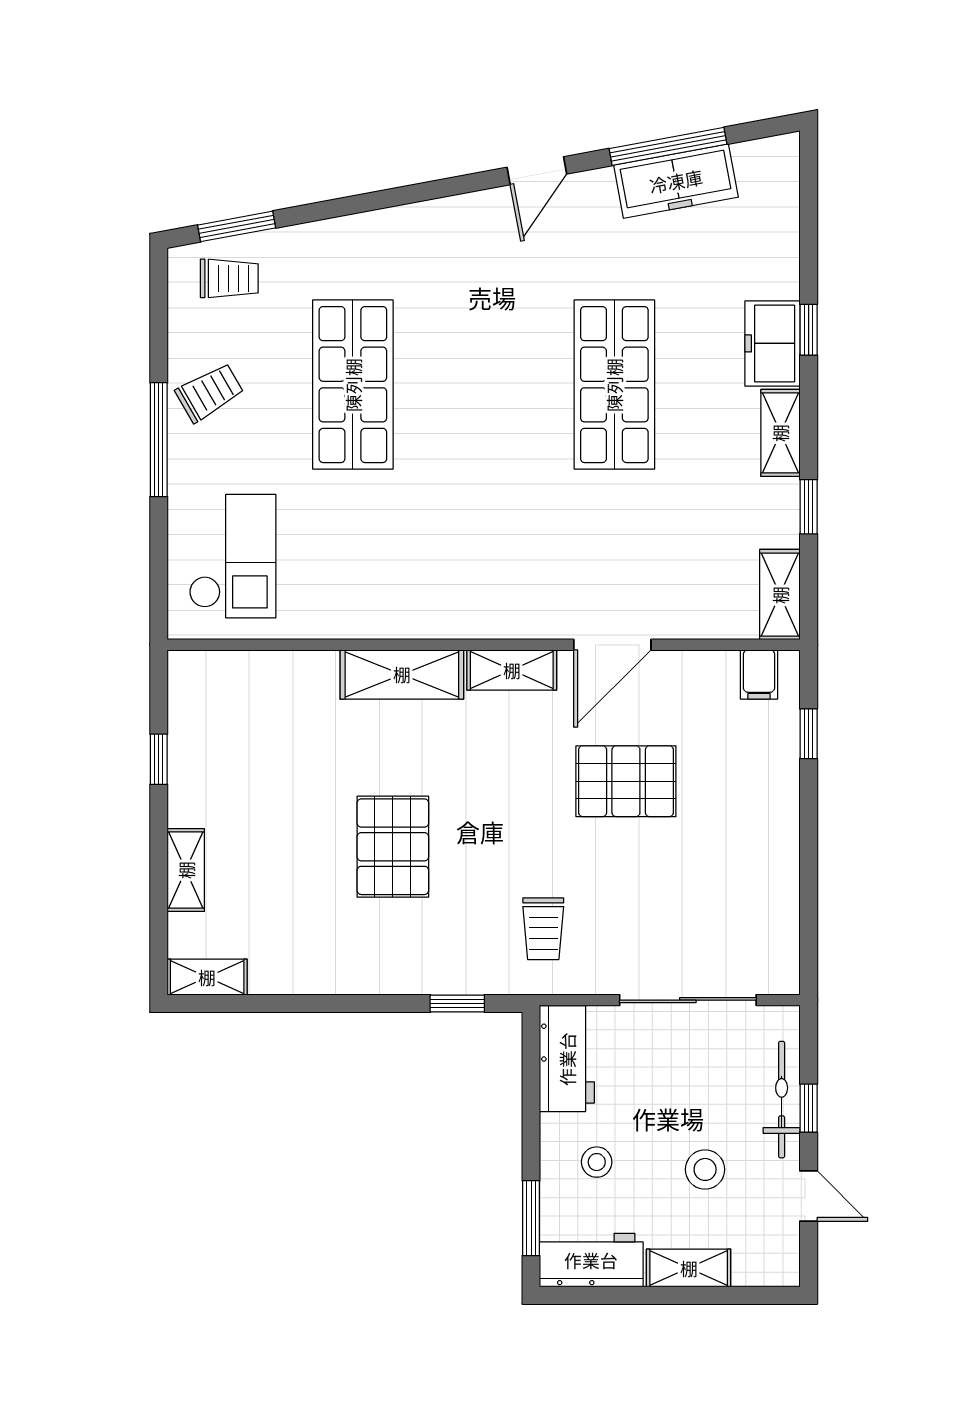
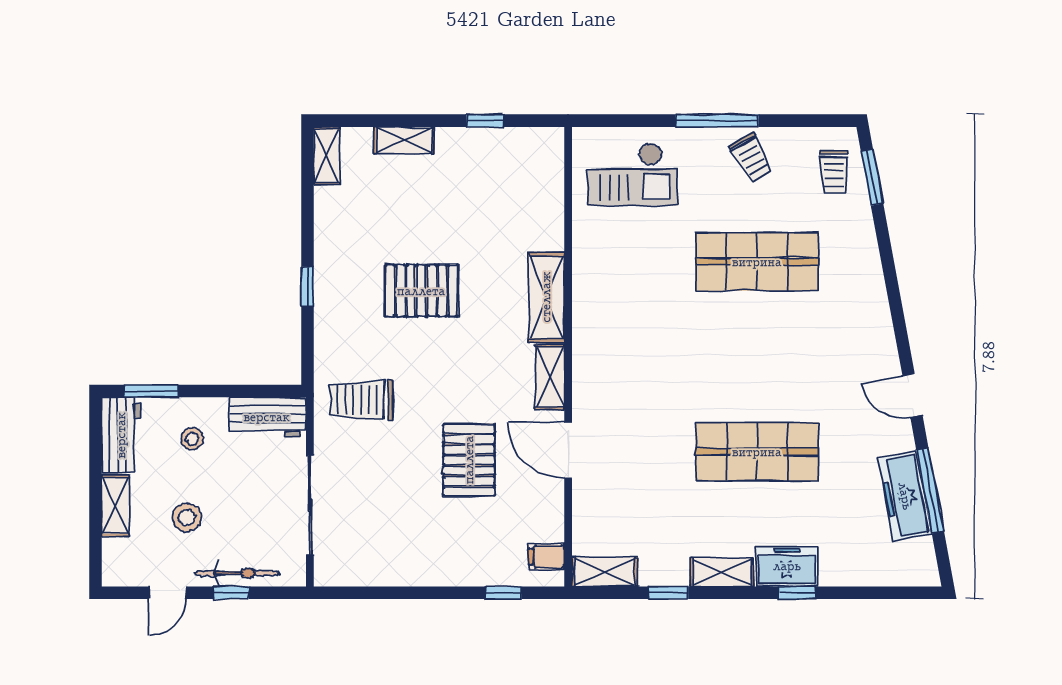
trolley: (543, 929) -> (362, 400), width x1.36, depth x1.39
window: (457, 1003) -> (307, 286), moved

